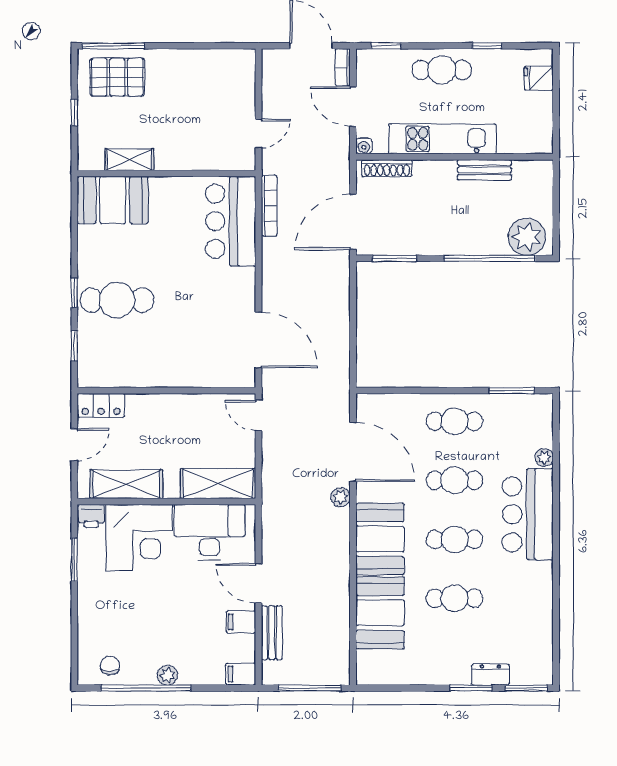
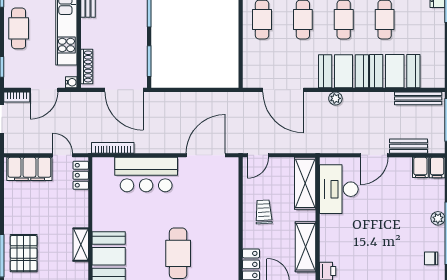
filing cabinet: (239, 86) -> (29, 169), added
locker: (230, 160) -> (81, 175), added
bar counter: (231, 221) -> (146, 175), moved
trolley: (177, 424) -> (264, 212), added
door: (353, 452) -> (283, 90), swing flipped
plant: (341, 497) -> (335, 98), moved
corner desk: (139, 537) -> (342, 238), removed
filing cabinet: (241, 622) -> (420, 167), moved
bench: (341, 647) -> (418, 98), added

